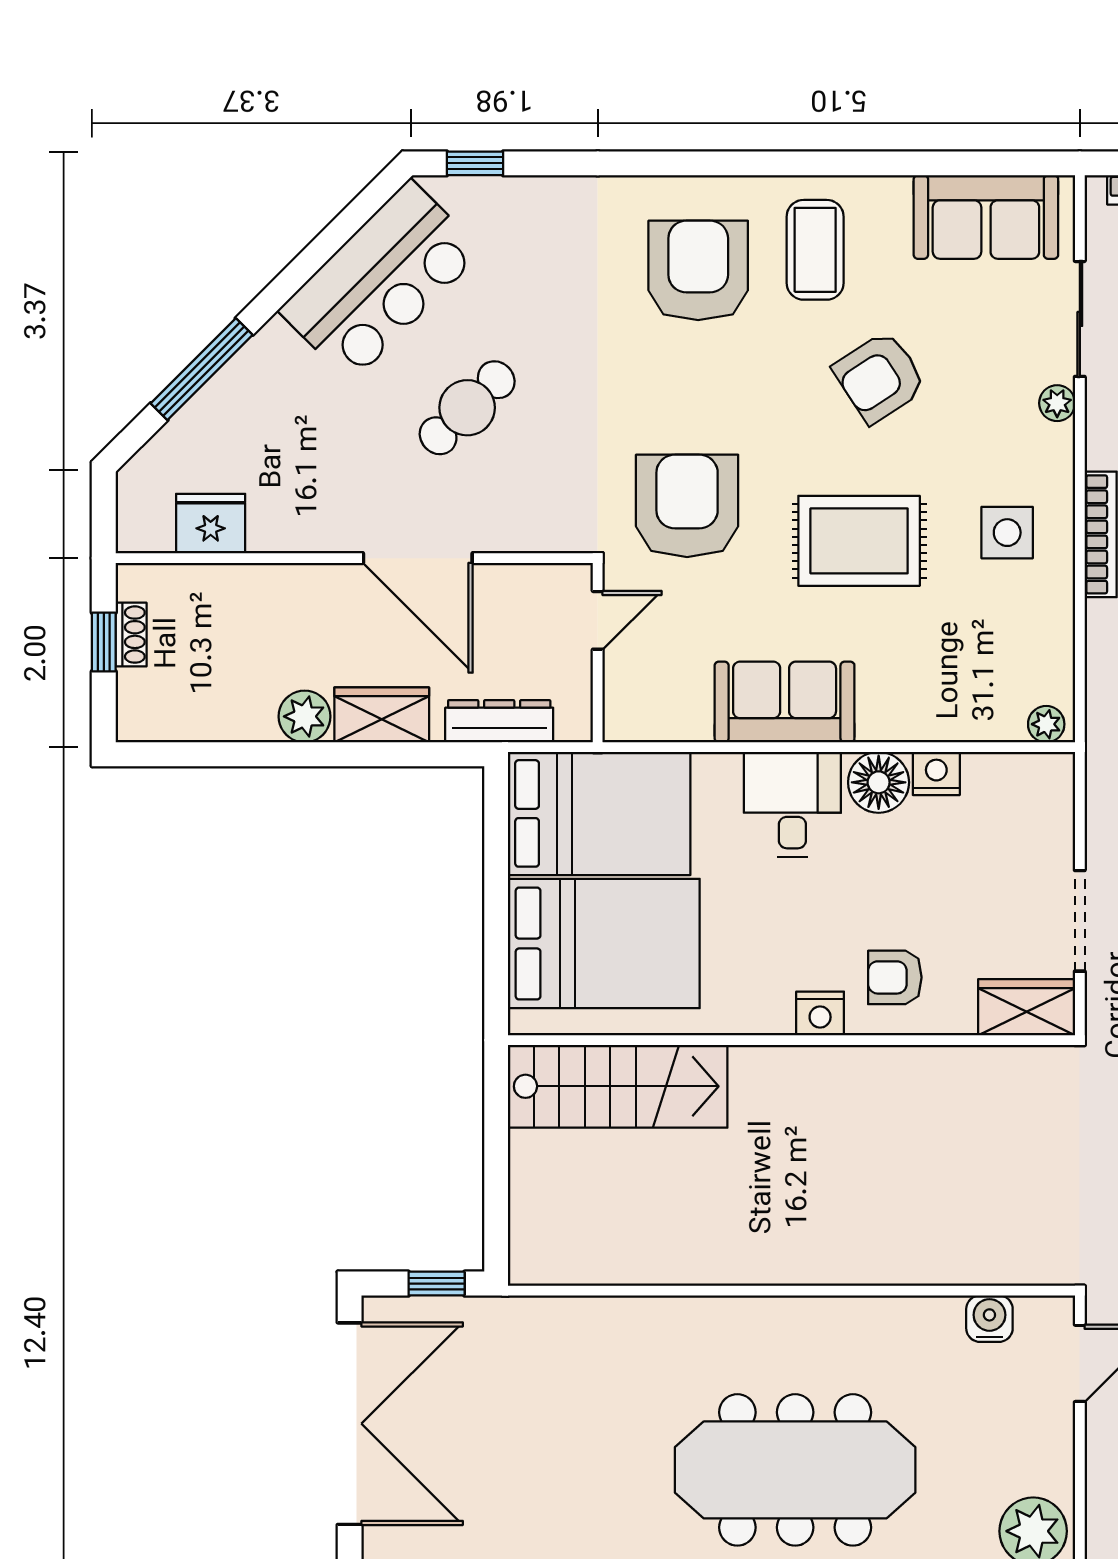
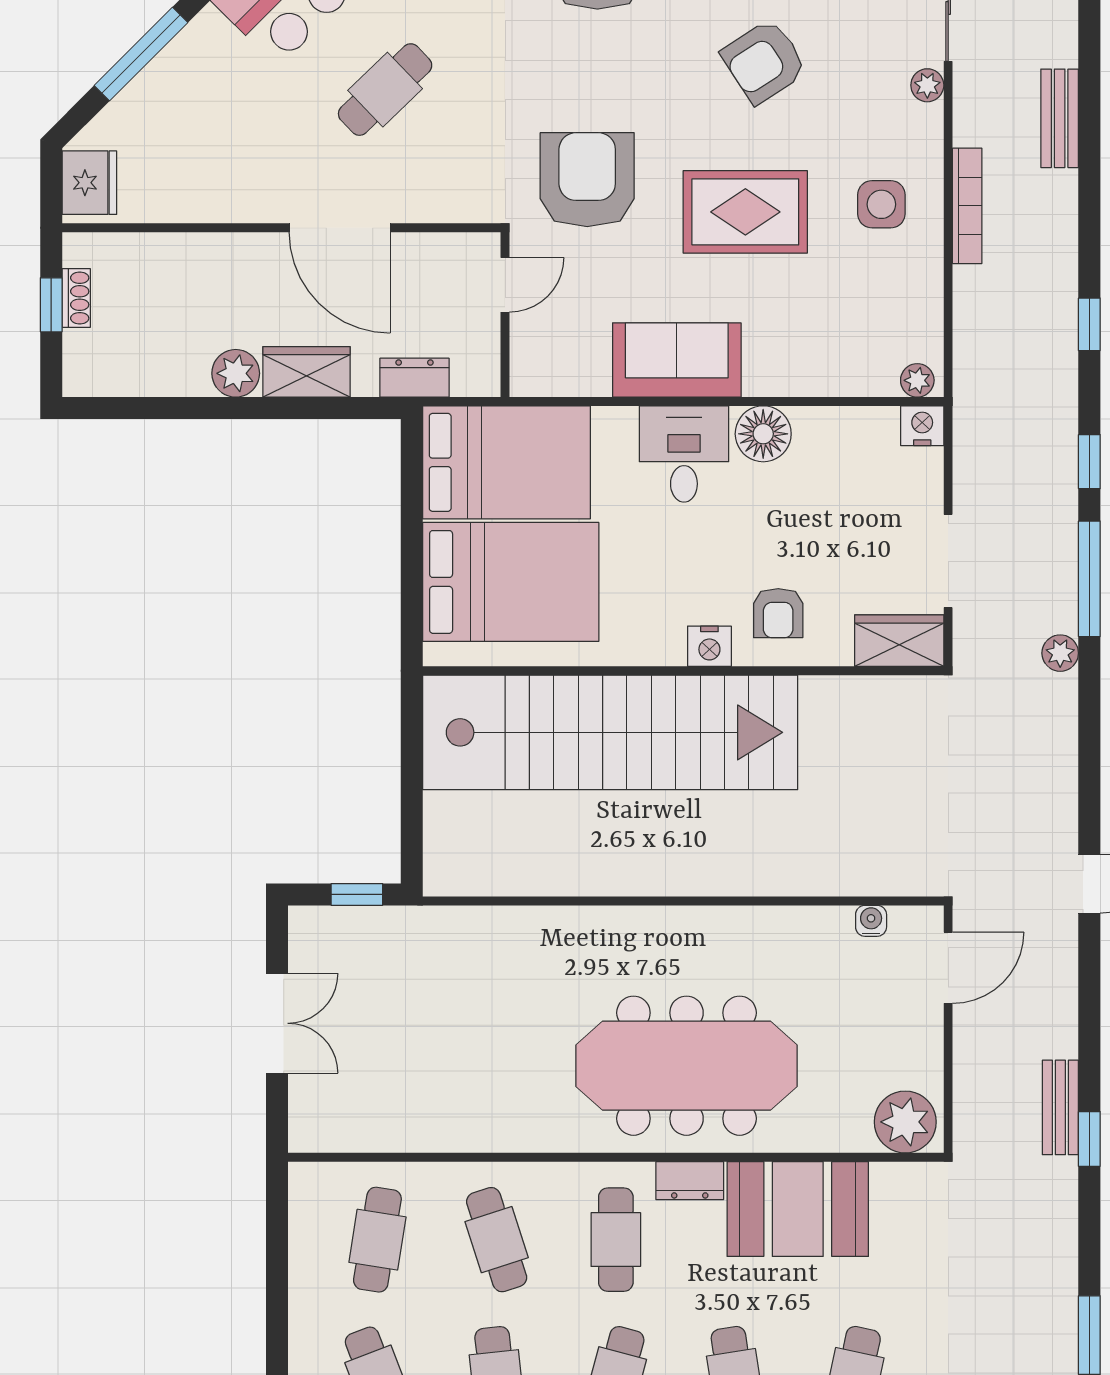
fridge: (211, 524) -> (89, 183), moved, turned 90
dresser: (499, 721) -> (415, 378), width x0.70
nightstand: (936, 773) -> (922, 426), moved
armchair: (895, 977) -> (778, 613), turned -90
stairs: (618, 1086) -> (610, 732), width x1.86, depth x1.51
water cooler: (989, 1319) -> (871, 921), width x0.72, depth x0.72
double door: (350, 1424) -> (277, 1023), width x0.54

